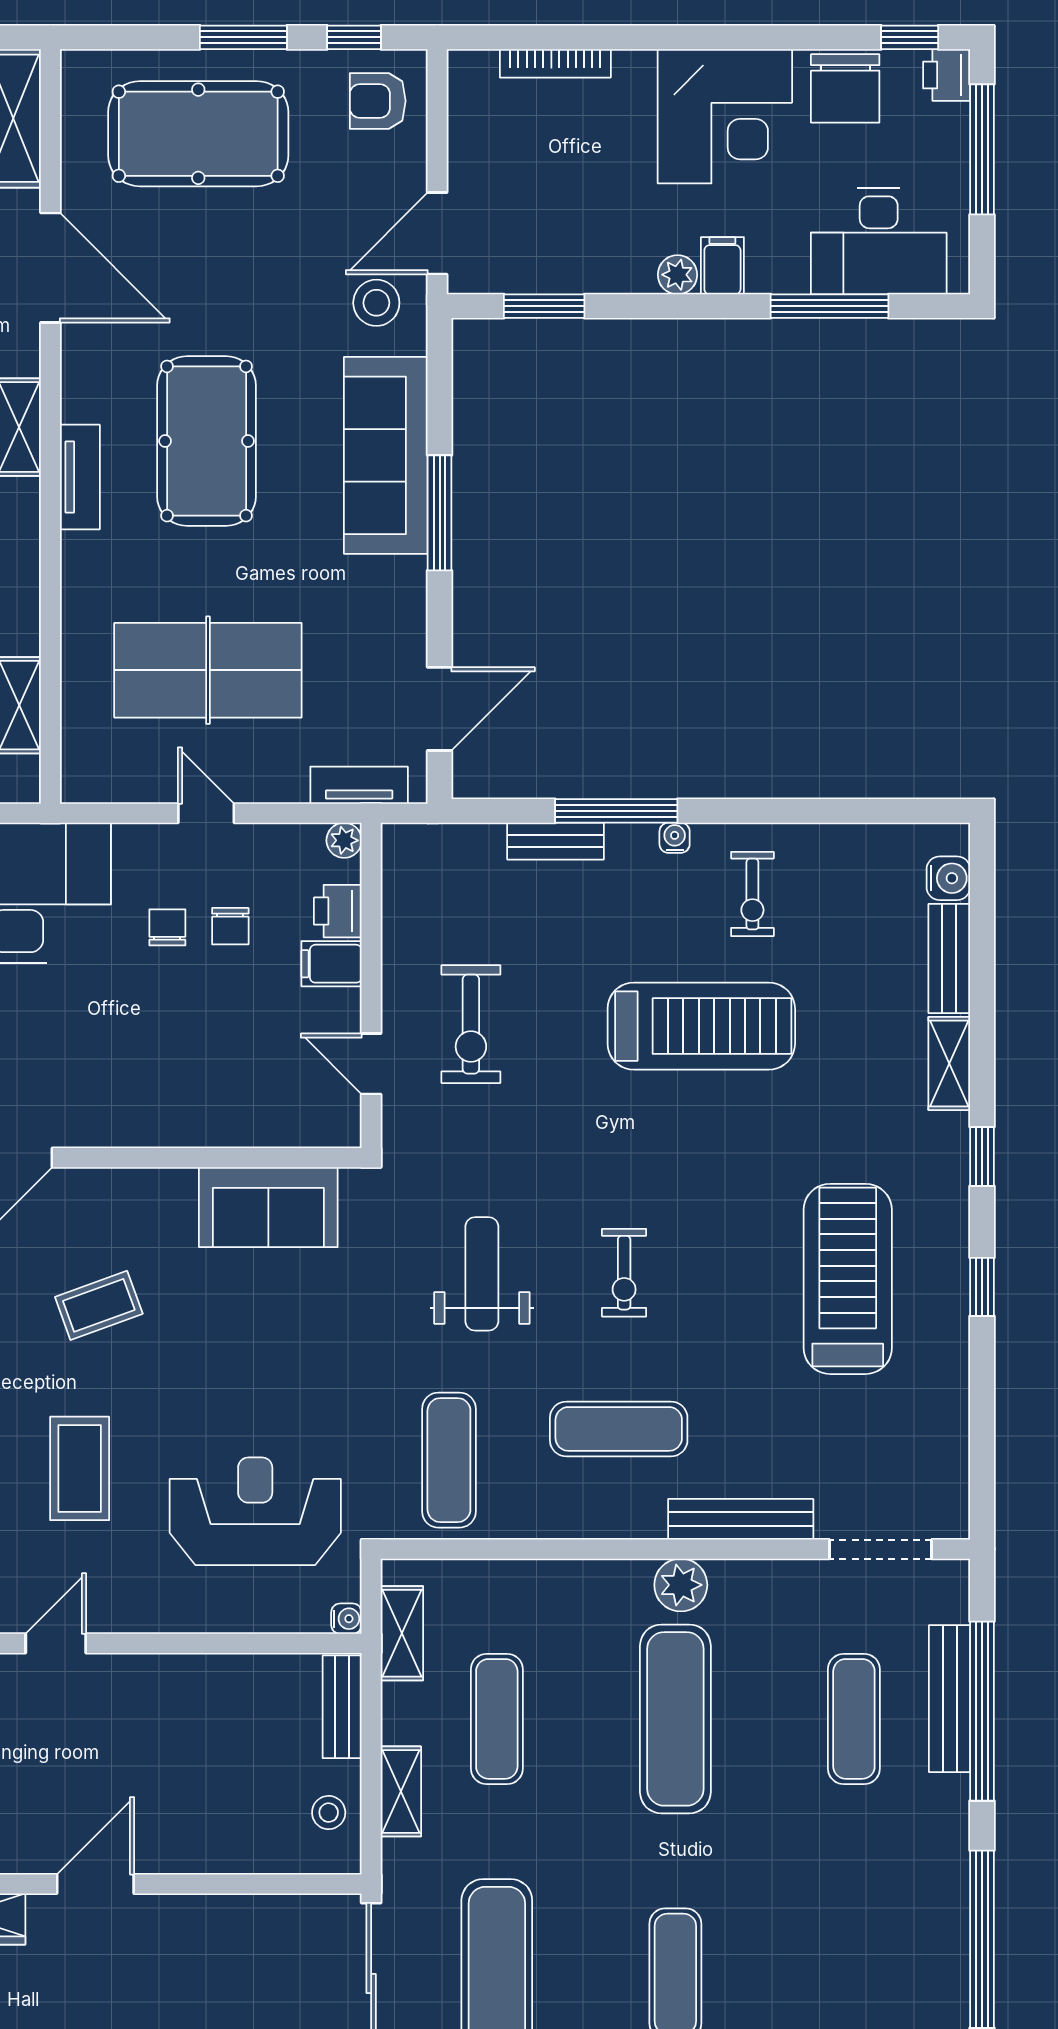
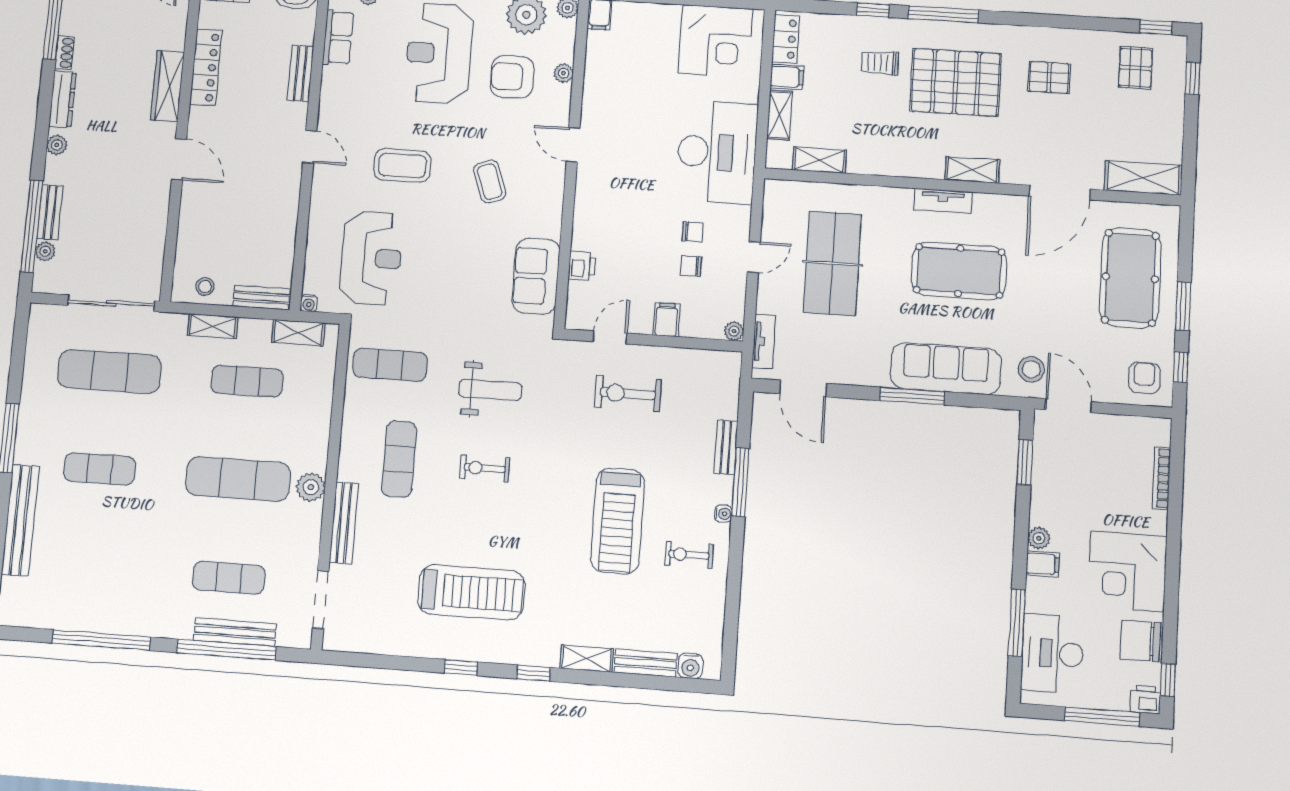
printer: (338, 911) -> (582, 266), moved, turned 90

